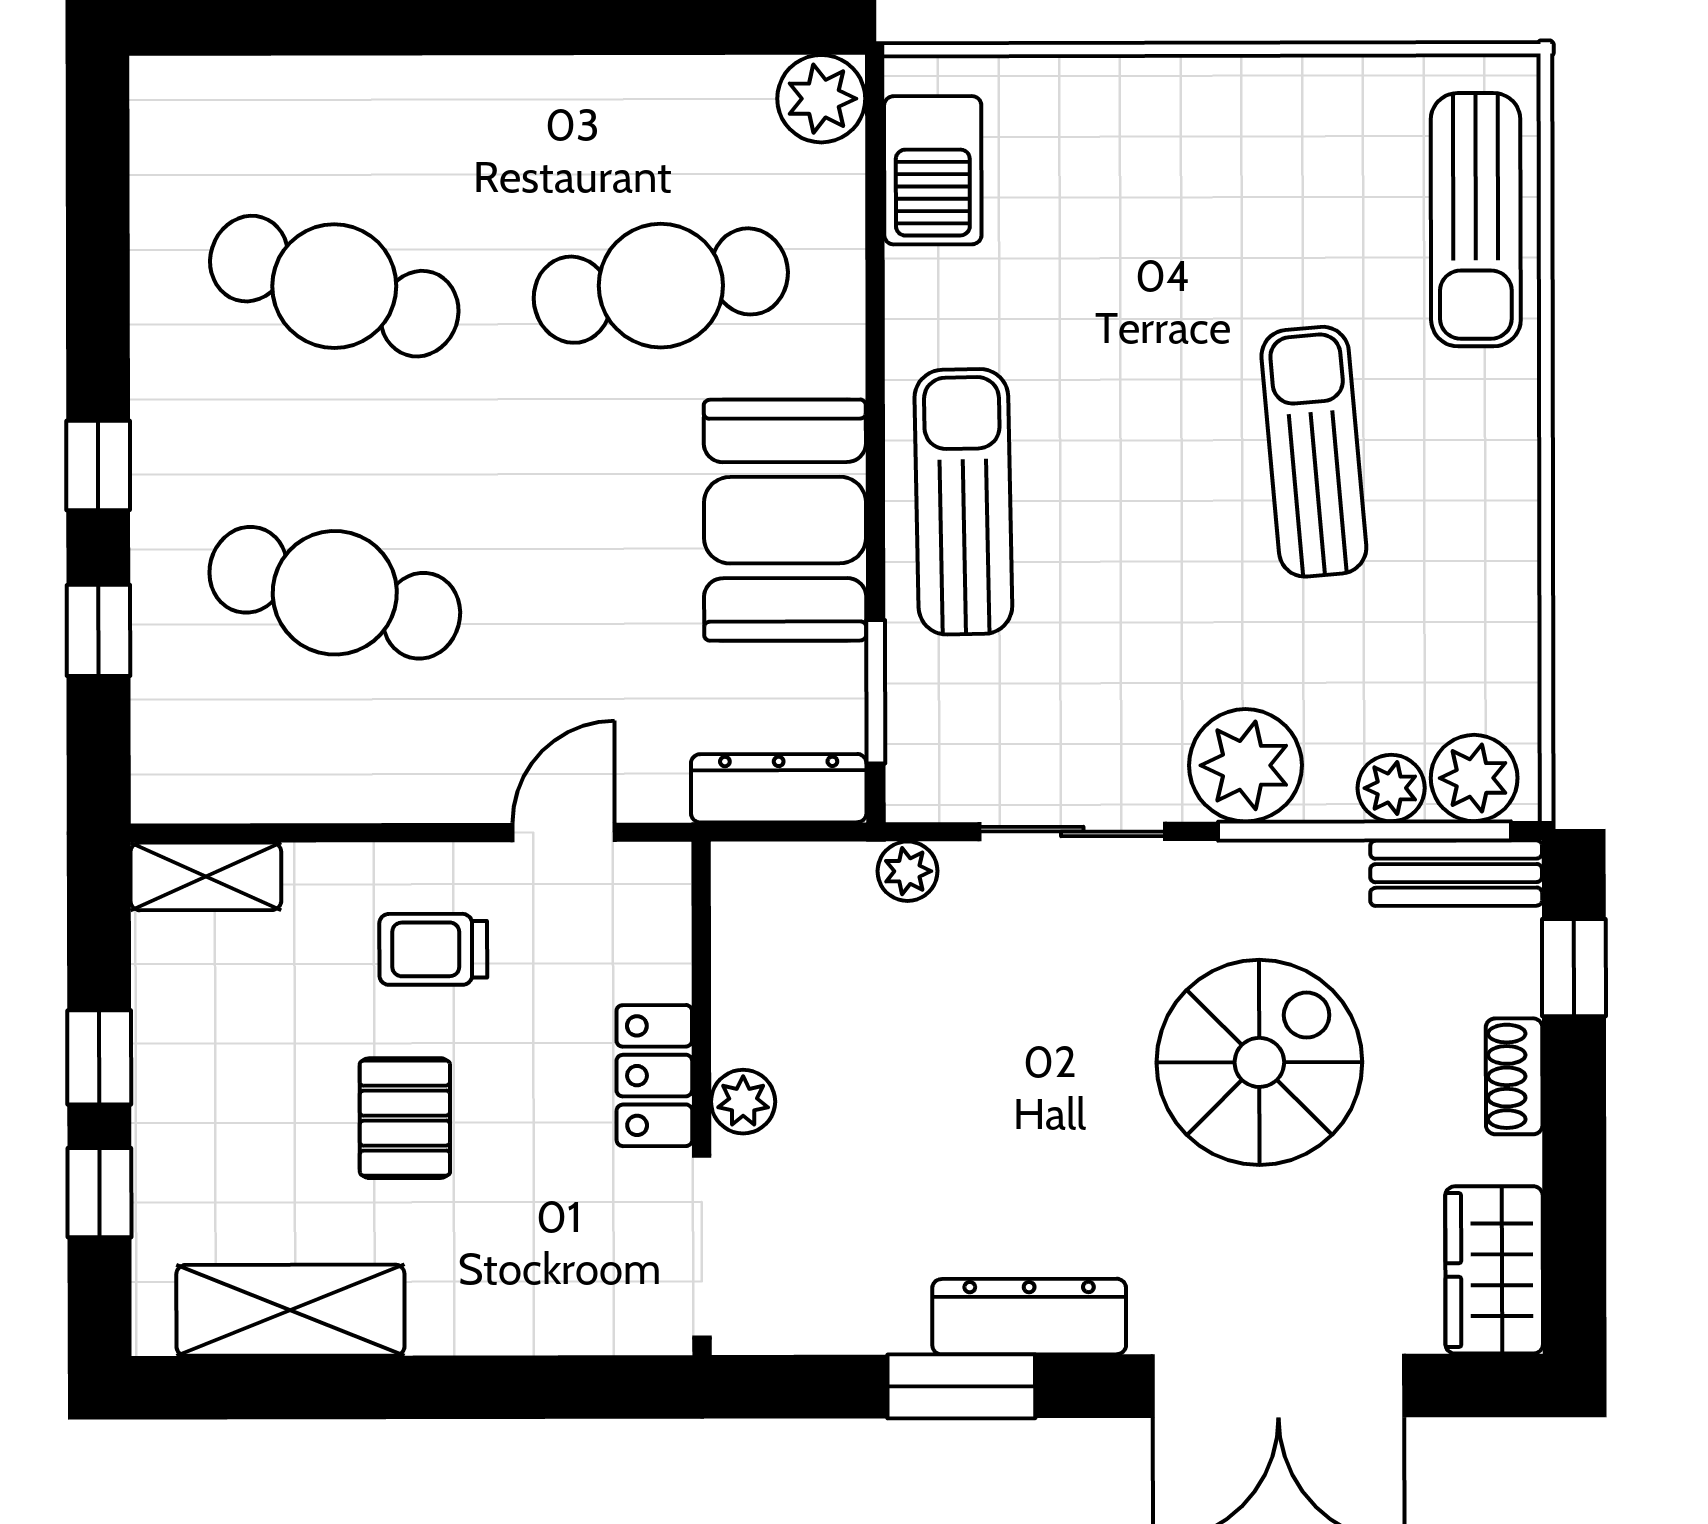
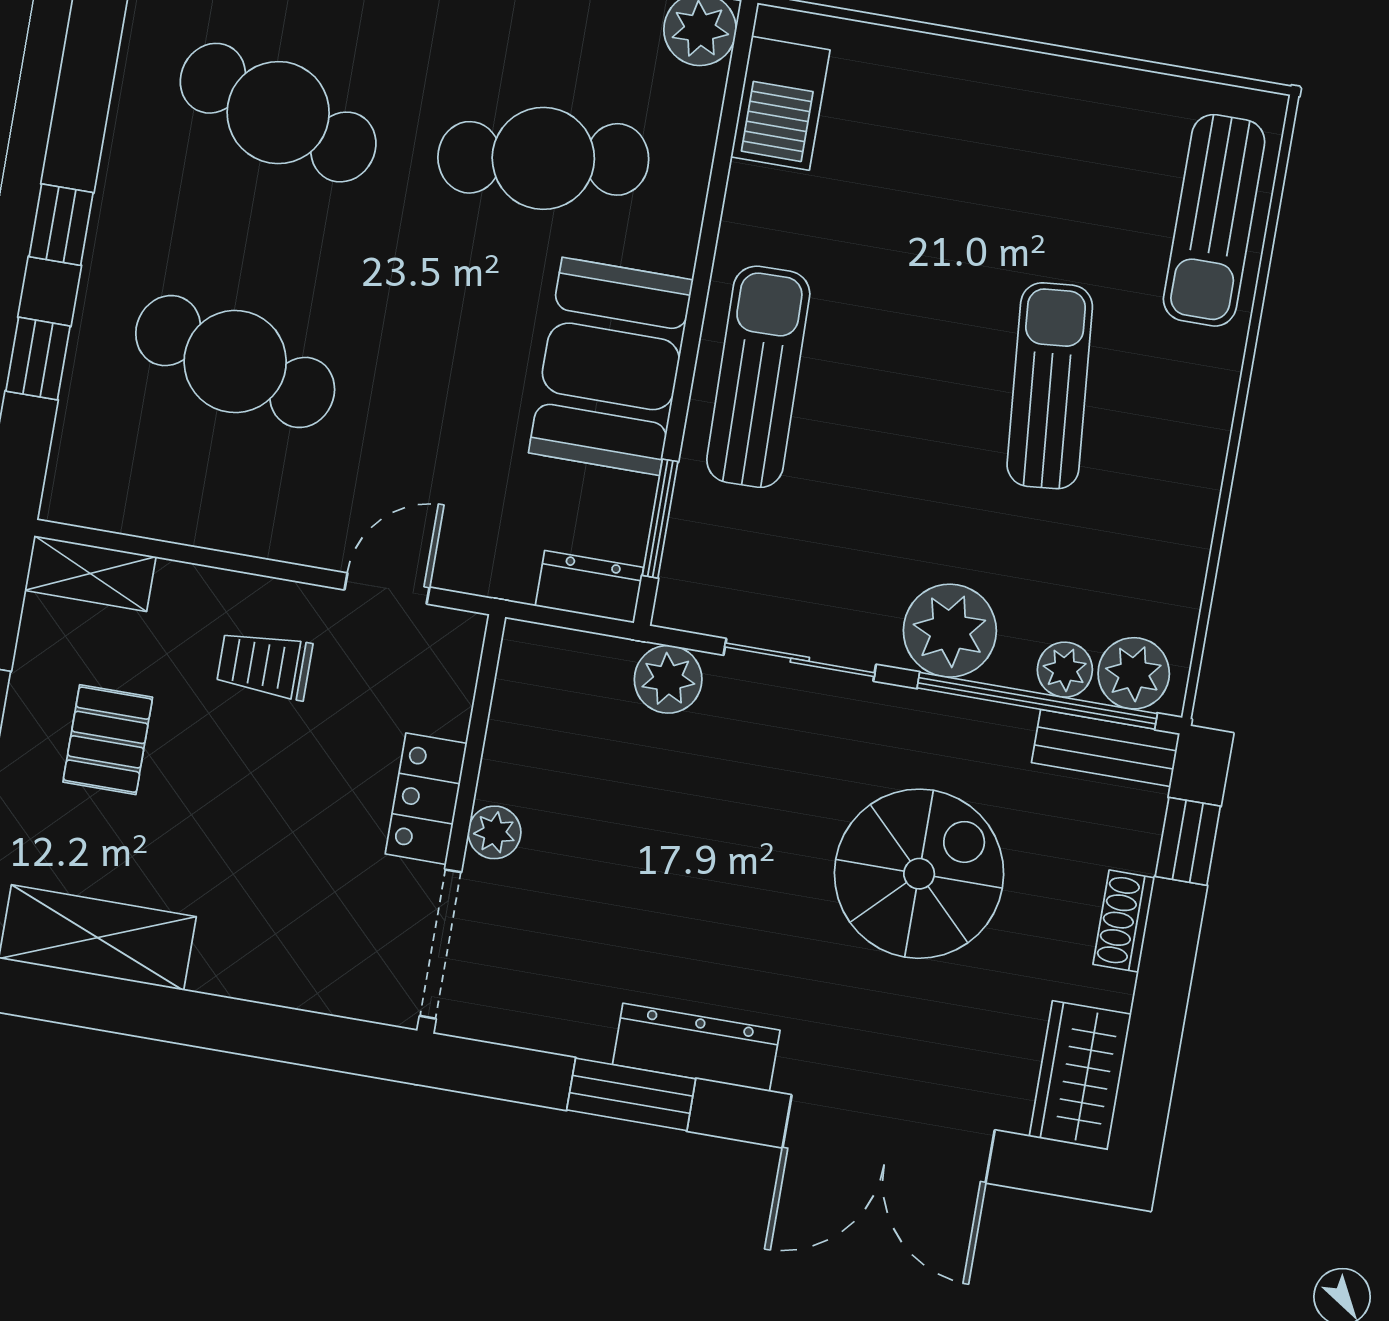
dresser: (779, 788) -> (589, 587), width x0.70
plant: (908, 871) -> (668, 679), width x1.38, depth x1.38
pallet: (405, 1118) -> (108, 740), moved

